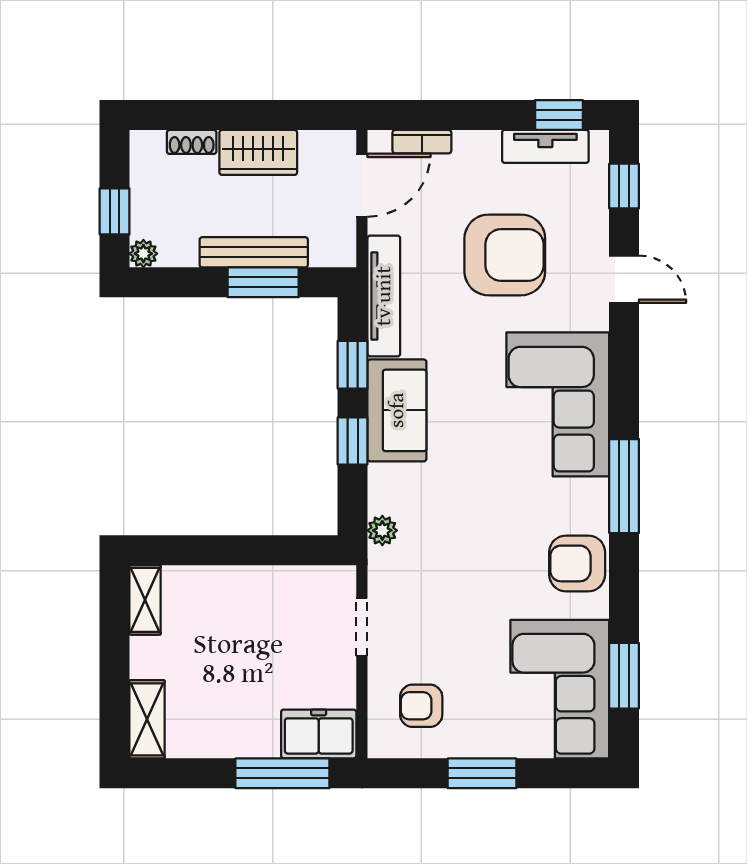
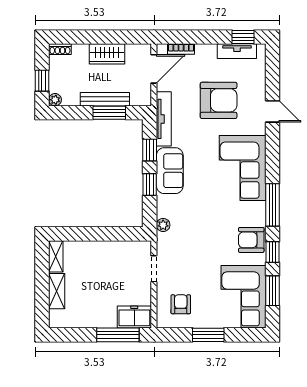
shoe rack: (192, 142) -> (60, 49), moved
window: (624, 186) -> (273, 252), moved
armchair: (421, 706) -> (181, 304), turned 90
shelving: (147, 719) -> (57, 291), moved

